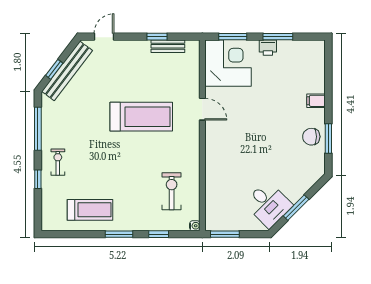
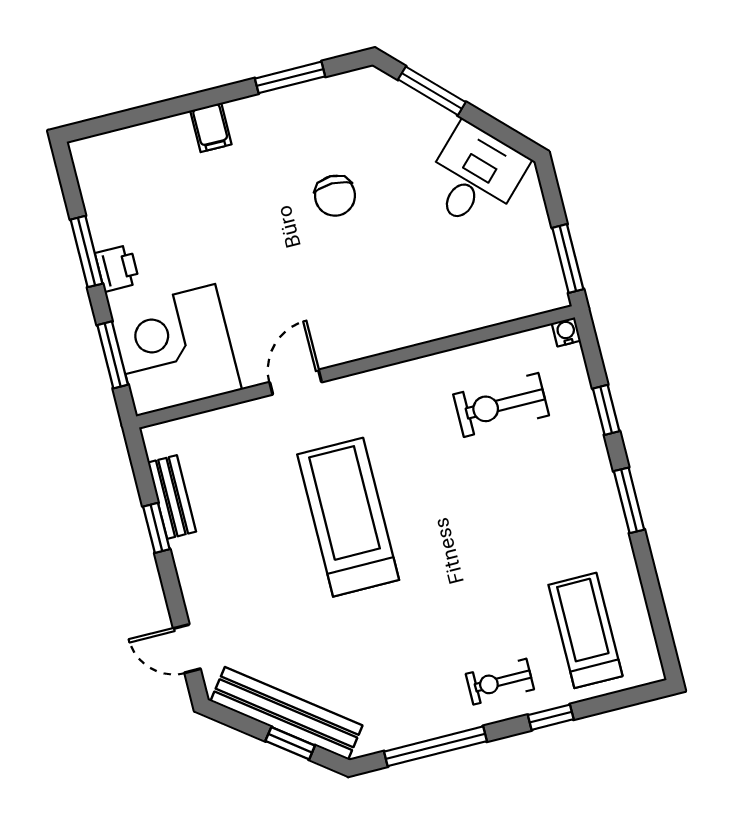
chair: (311, 137) -> (335, 196), moved
window: (296, 208) -> (432, 91), moved
treadmill: (90, 210) -> (585, 630), moved

